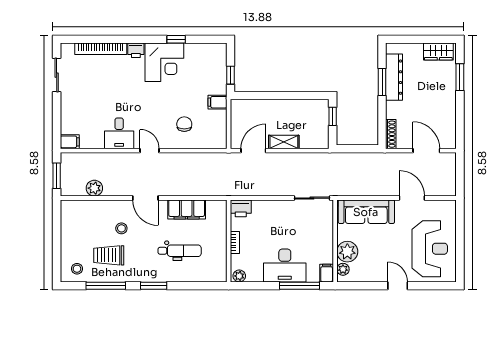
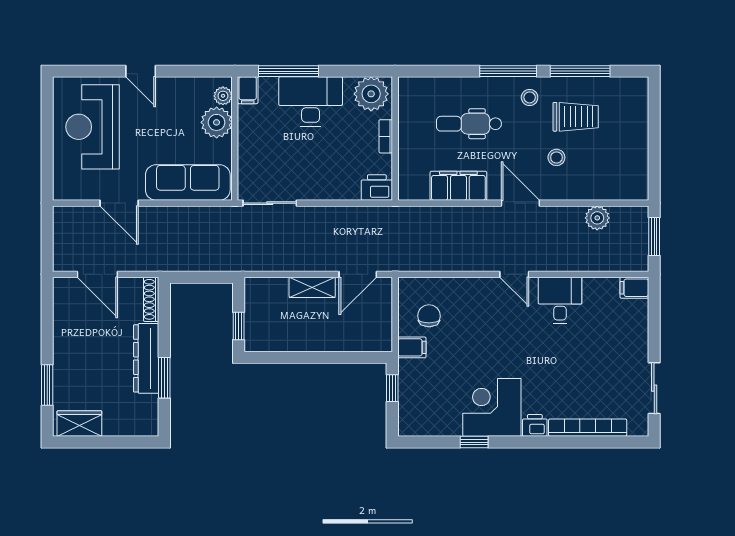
dresser: (394, 77) -> (146, 358), moved
chair: (184, 124) -> (429, 316), moved, turned 180
stool: (77, 269) -> (530, 97), moved
plant: (239, 276) -> (371, 94), width x1.88, depth x1.88
window: (154, 286) -> (508, 71), width x1.44

